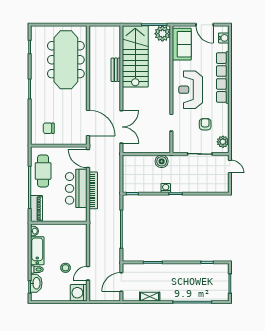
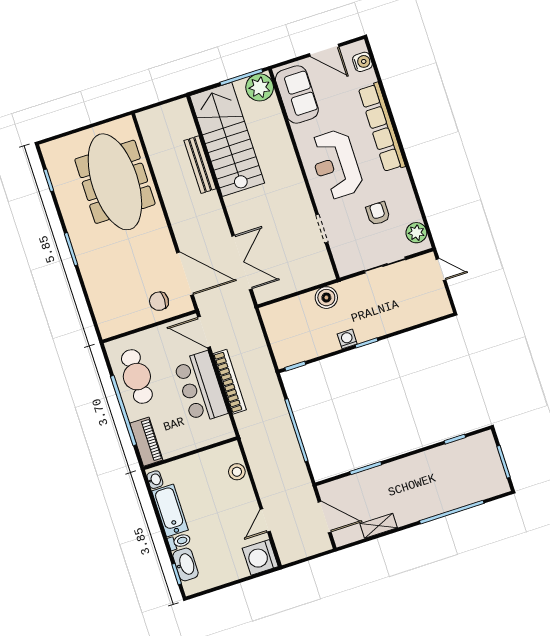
bench: (116, 70) -> (200, 165), width x1.36
chair: (49, 128) -> (159, 301), moved
stool: (65, 268) -> (237, 472), moved
door: (121, 282) -> (325, 517), swing flipped

